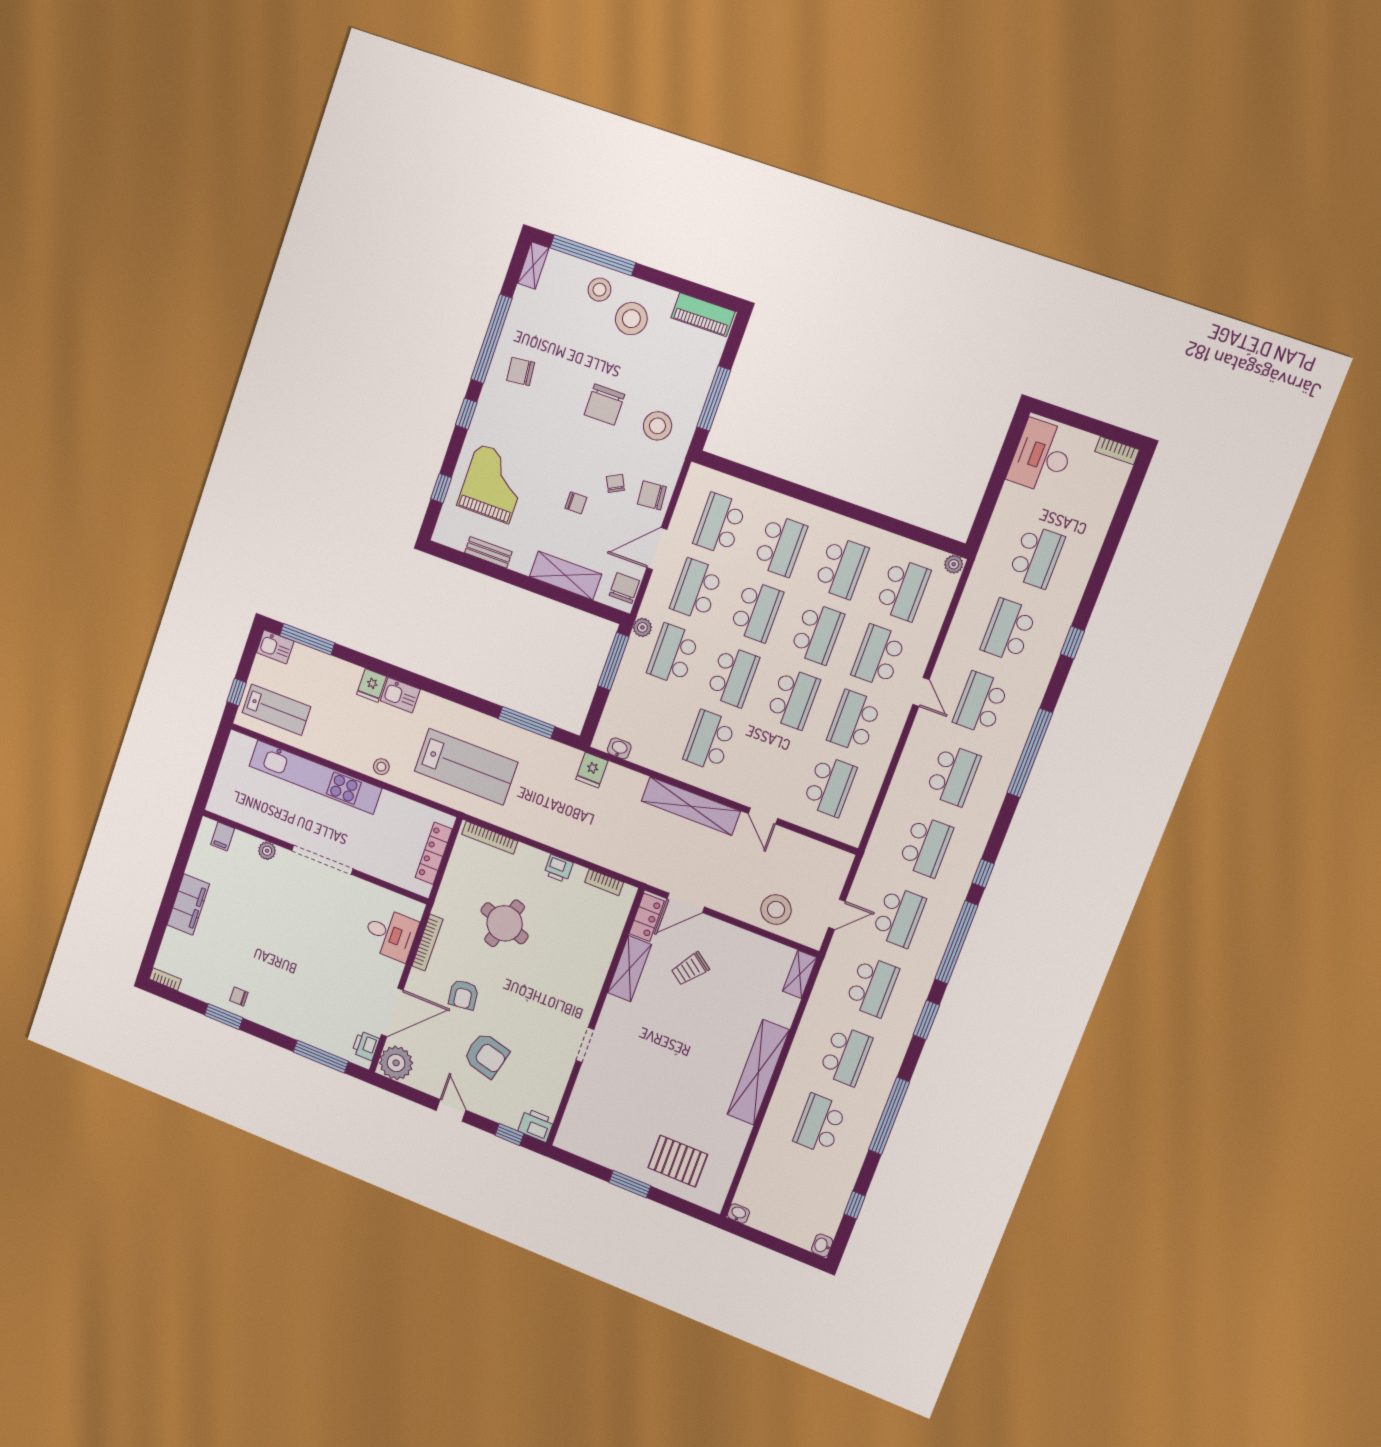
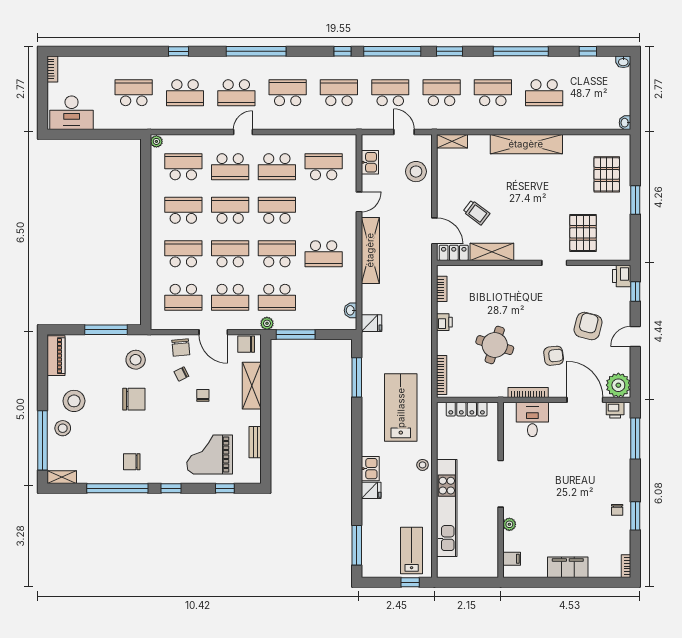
chair: (521, 371) -> (132, 462), turned 96
kitchen sink: (275, 647) -> (370, 162), moved
pallet: (611, 1098) -> (583, 233), added

